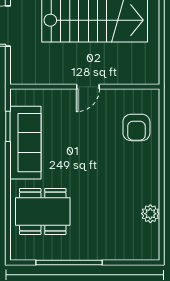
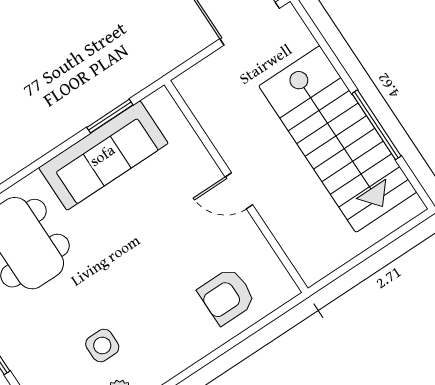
side table: (120, 206) -> (102, 345), added

